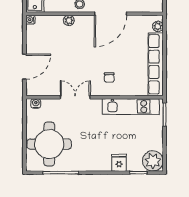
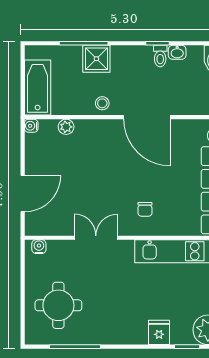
door: (110, 14) -> (147, 117), hinge flipped
plant: (69, 20) -> (66, 127), moved
round table: (49, 144) -> (58, 305), width x0.73, depth x0.73

